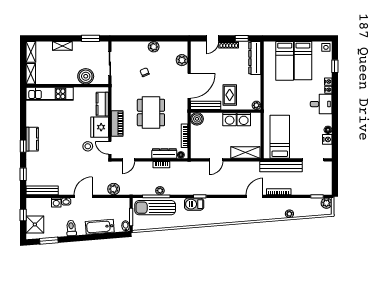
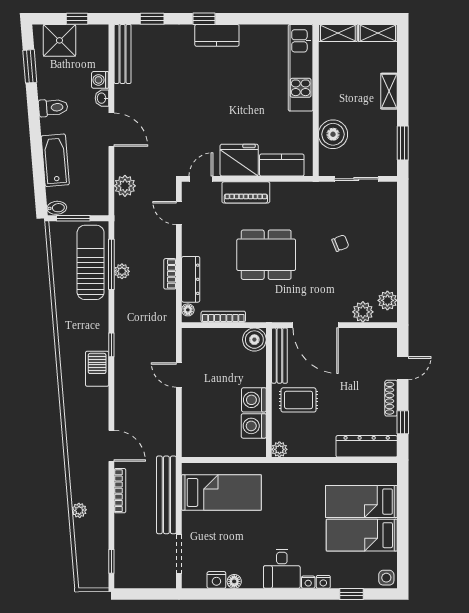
door: (212, 38) -> (403, 368), swing flipped
plant: (154, 47) -> (387, 300), moved
stool: (88, 146) -> (204, 138), removed
shelving: (245, 152) -> (192, 429), removed
plant: (326, 203) -> (99, 579), removed
barbecue: (194, 204) -> (97, 369), moved

